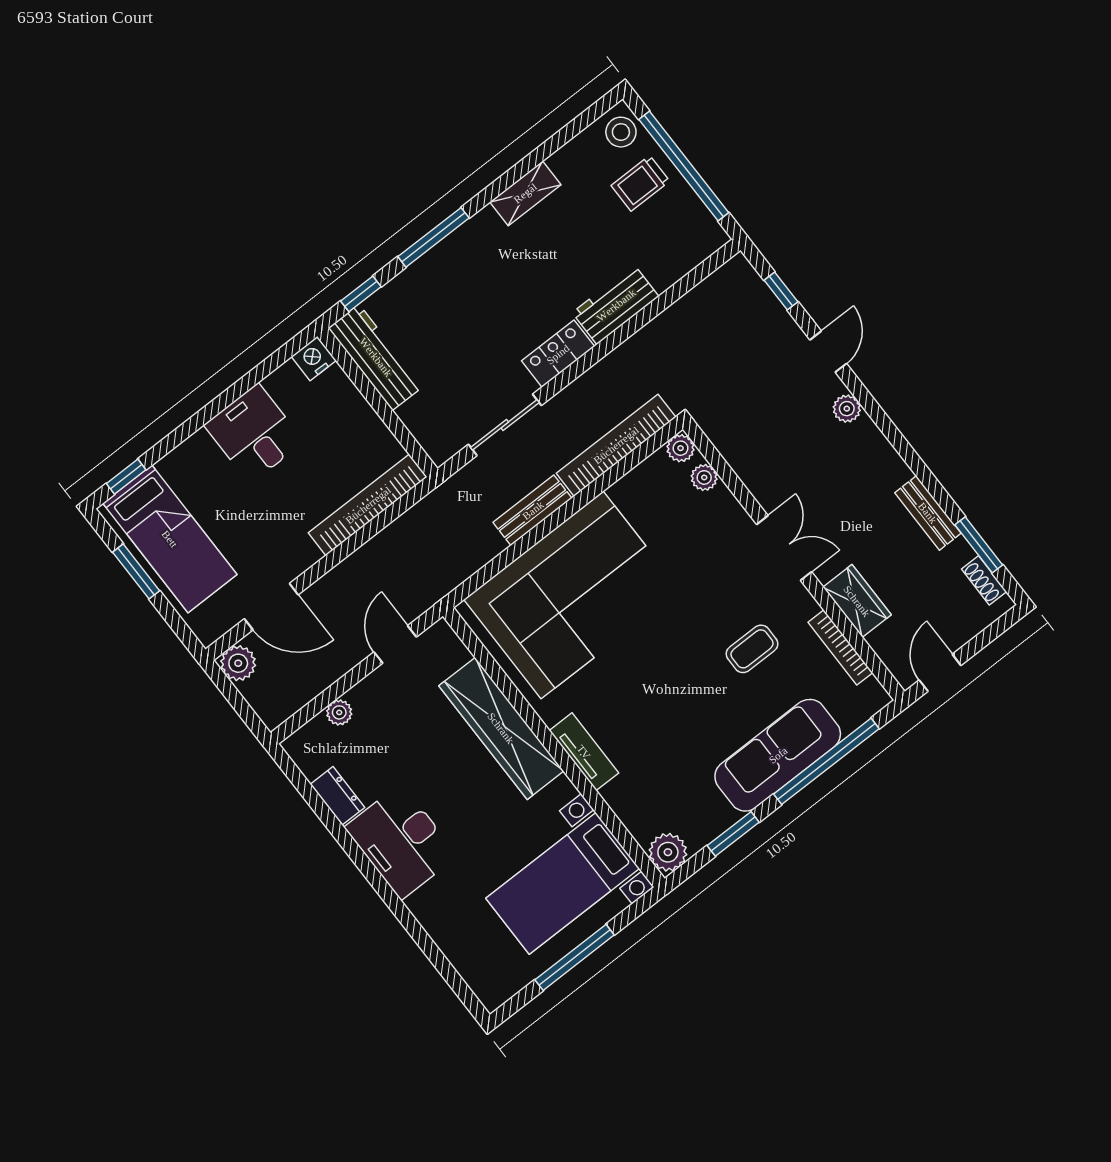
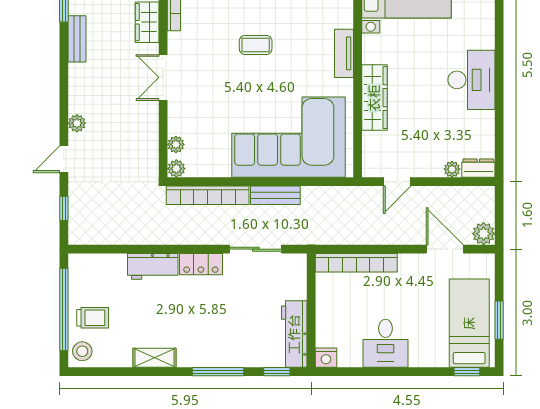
coffee table: (752, 649) -> (256, 45), moved
wardrobe: (501, 728) -> (374, 98), width x0.71, depth x0.85
dresser: (338, 796) -> (478, 168), moved, turned 90

